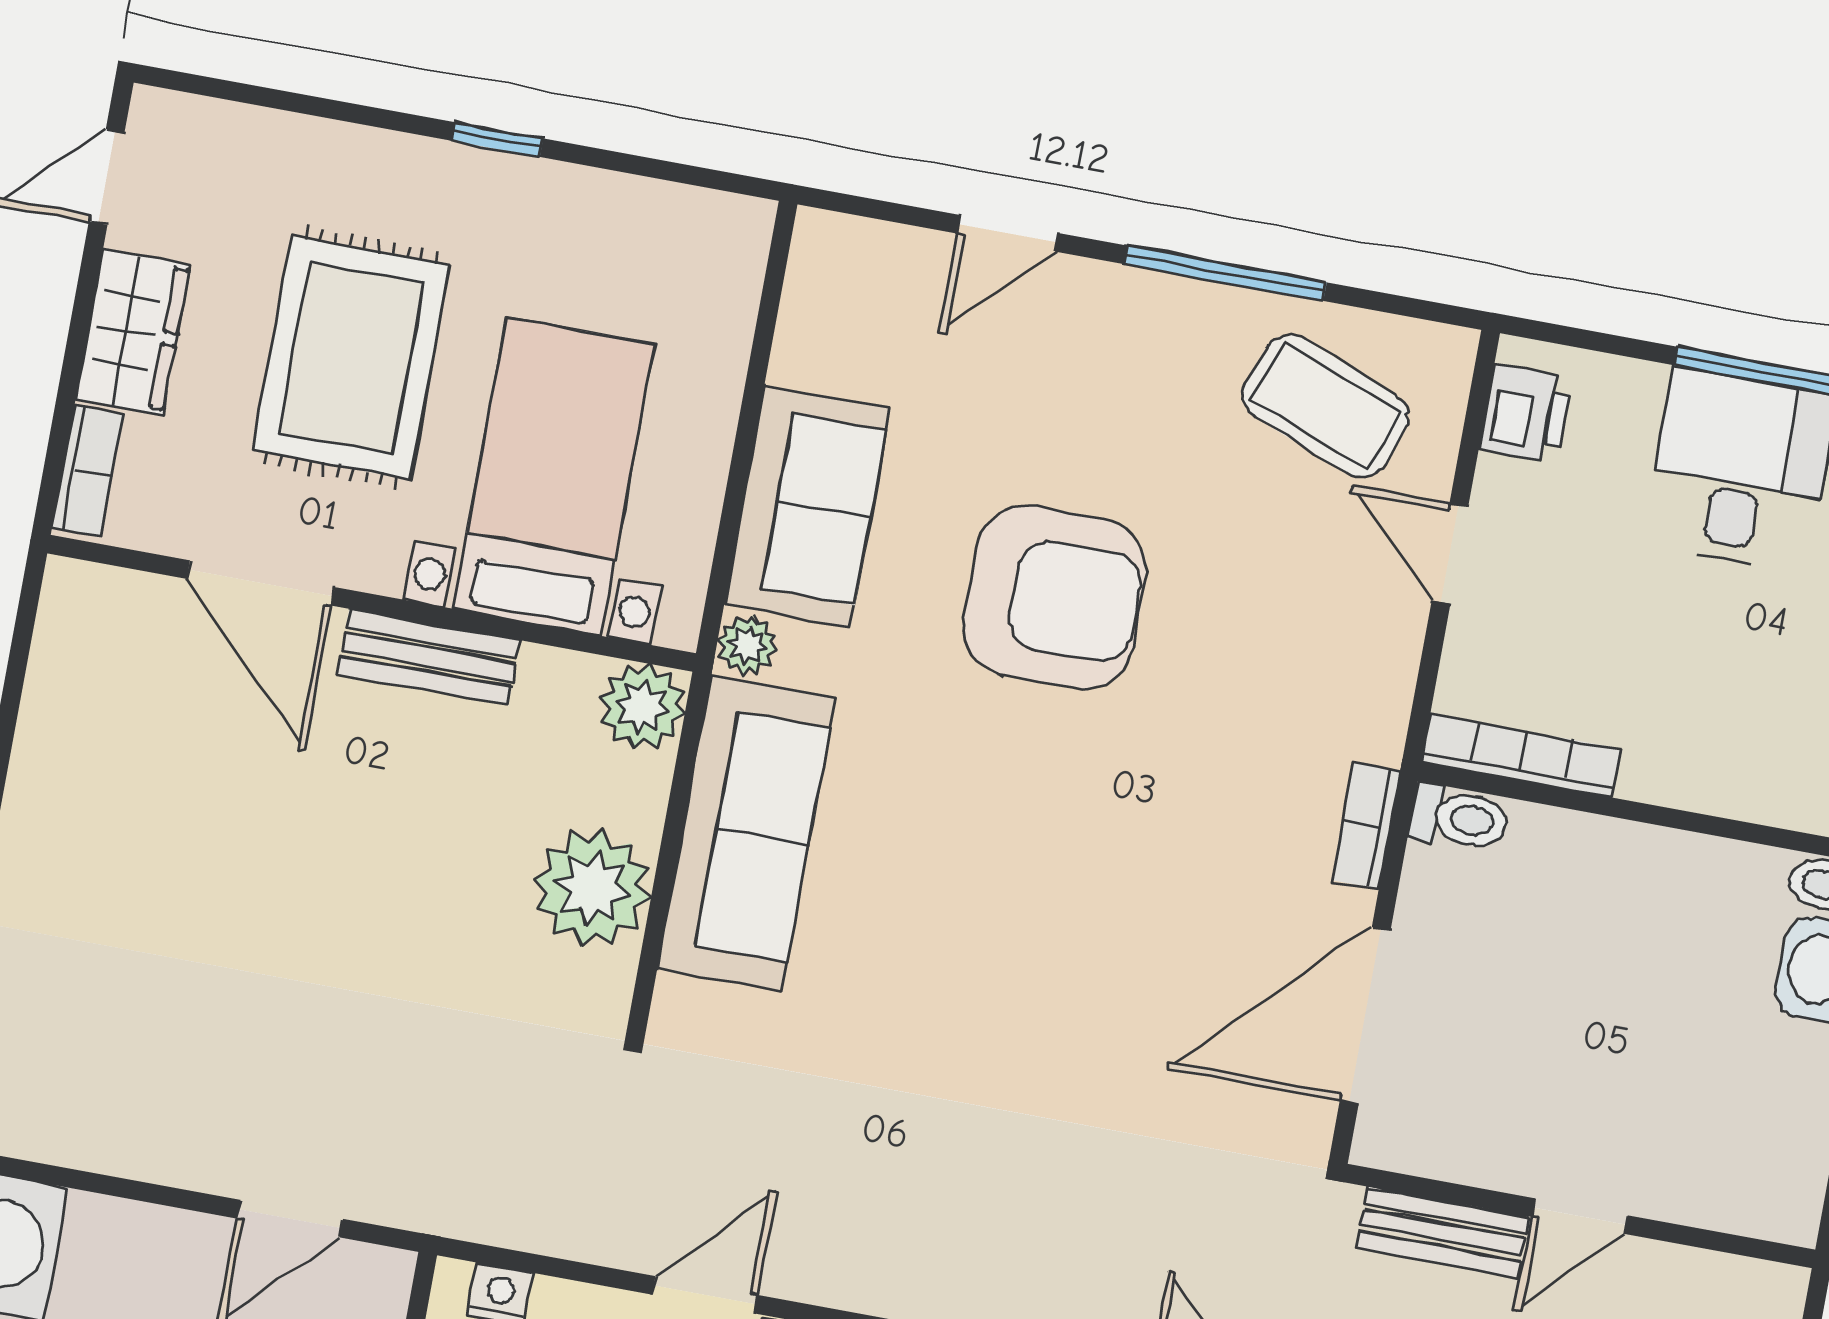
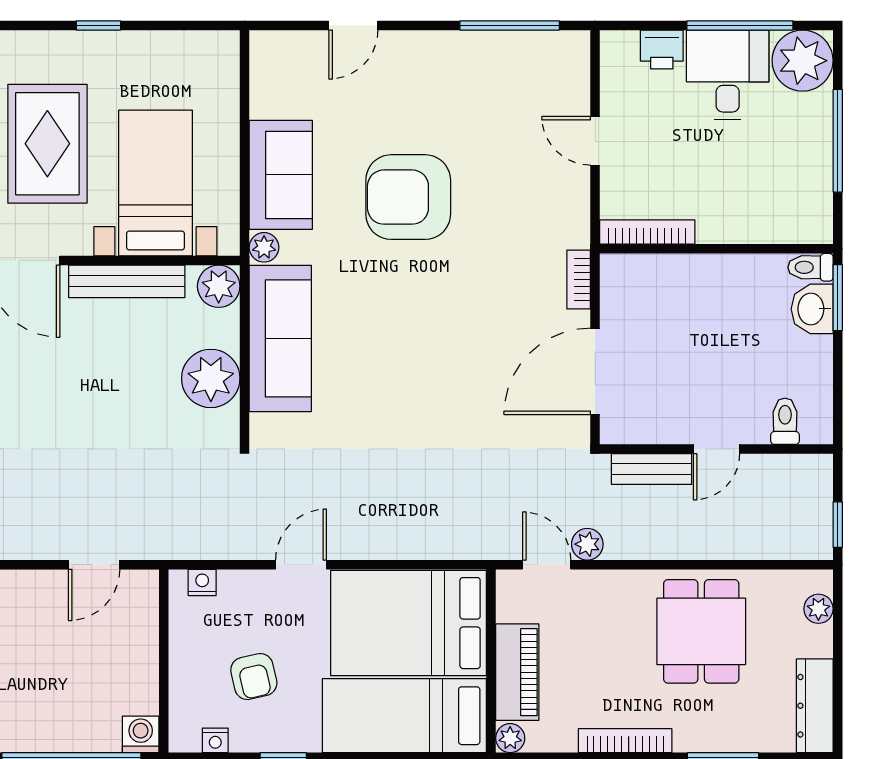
window: (1225, 273) -> (510, 25), moved
coffee table: (1325, 406) -> (522, 81), removed
printer: (1526, 413) -> (662, 50), moved, turned 90
armchair: (1055, 598) -> (408, 197), turned 180
bench: (429, 657) -> (127, 281), width x1.36
toilet: (1459, 818) -> (785, 421), moved, turned -90

